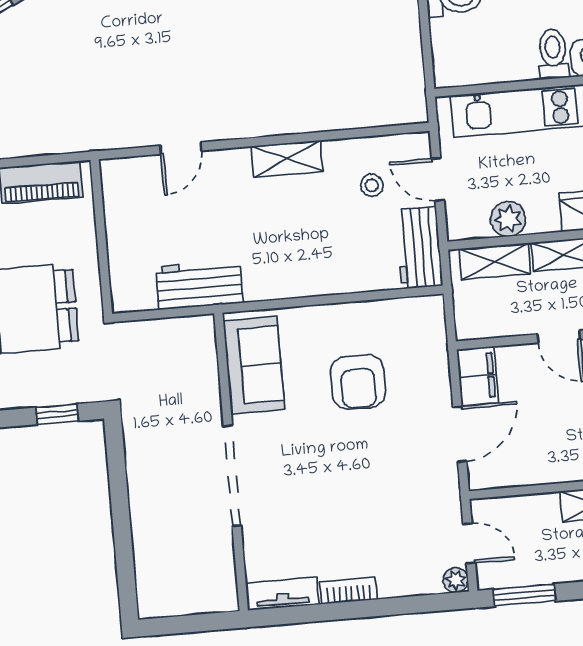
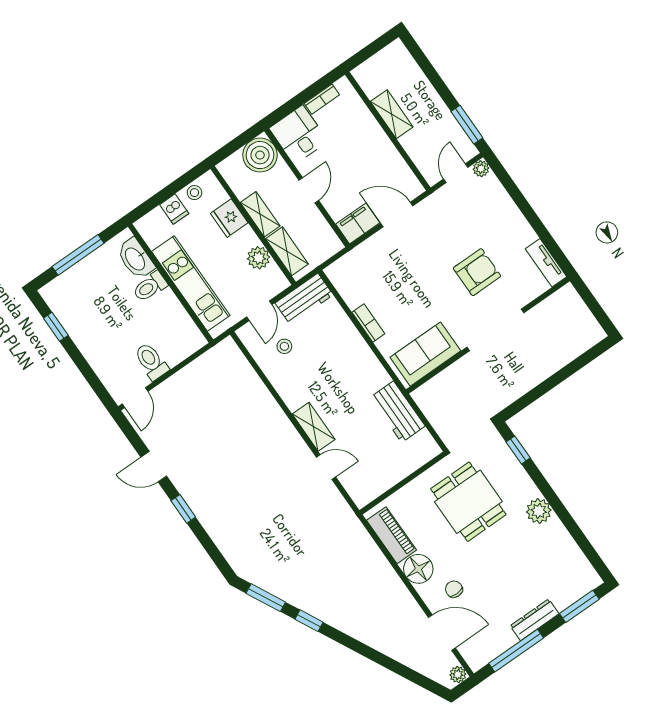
shelving: (287, 159) -> (314, 427), moved
armchair: (358, 382) -> (477, 272), moved
bookcase: (349, 591) -> (368, 323), moved, turned 180

